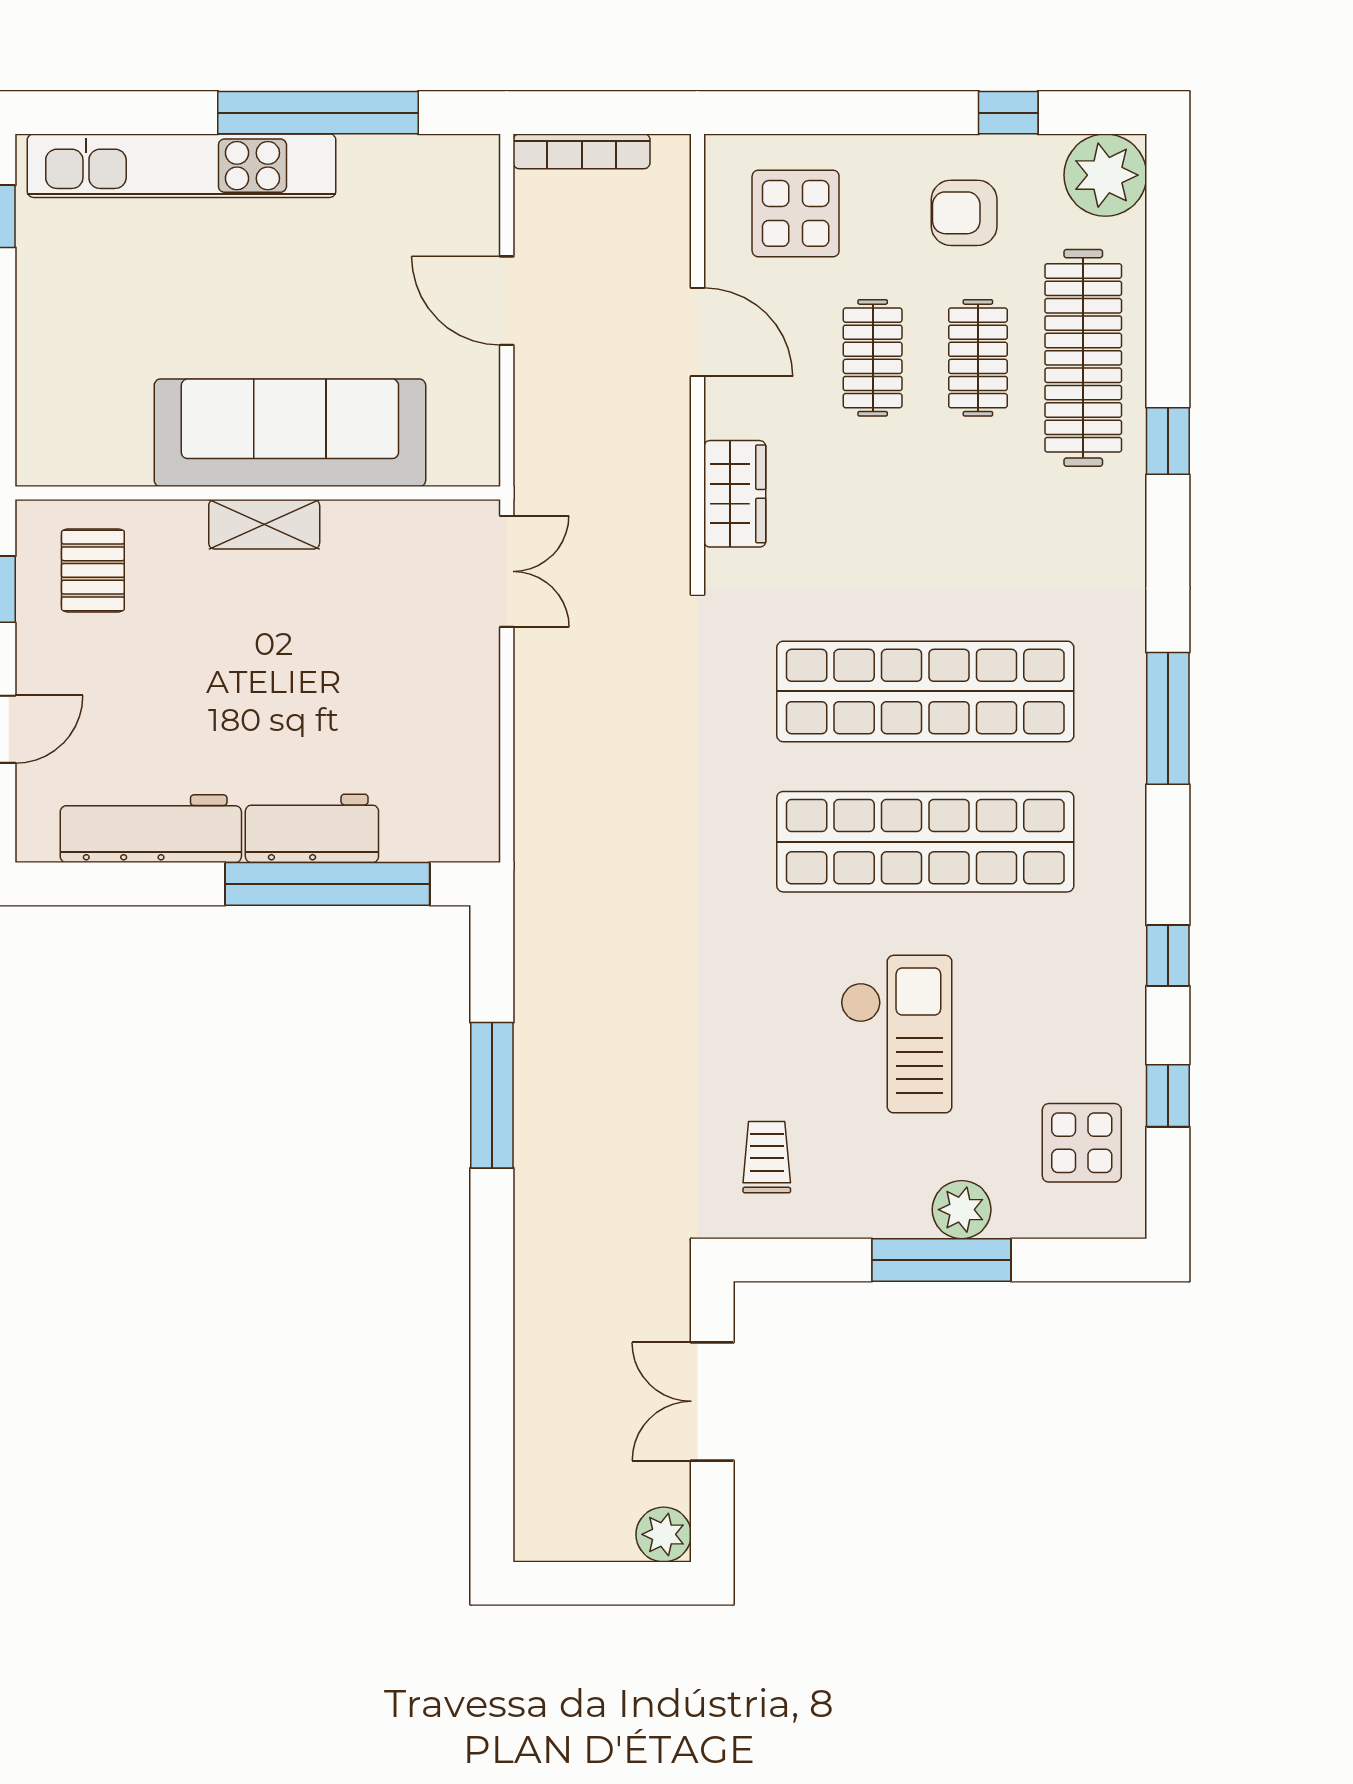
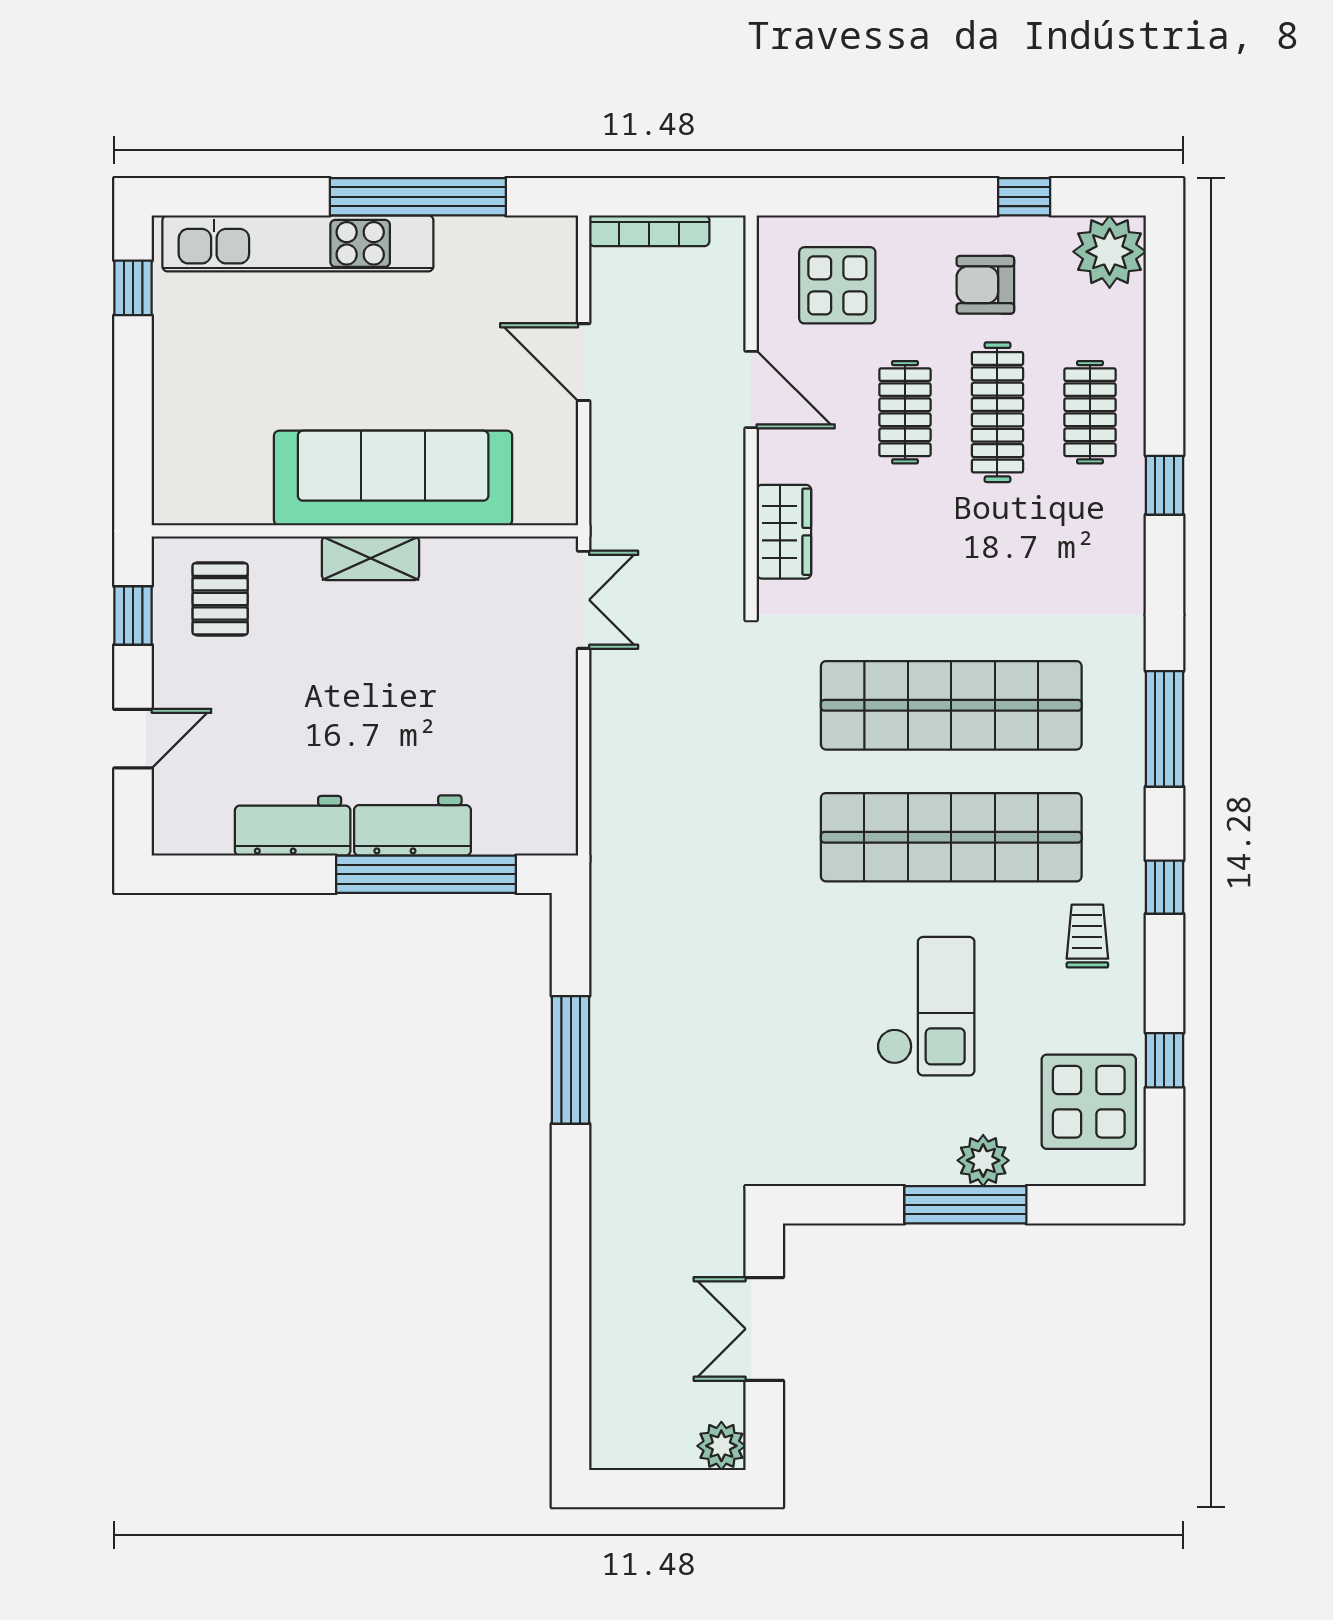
clothes rail: (978, 358) -> (997, 412), width x1.36
clothes rail: (1083, 358) -> (1090, 412), width x0.54, depth x0.76
workbench: (151, 829) -> (293, 826), width x0.73
window: (1168, 955) -> (1164, 887), moved
display table: (1082, 1143) -> (1089, 1102), width x1.36, depth x1.36
trolley: (767, 1157) -> (1087, 936), moved

